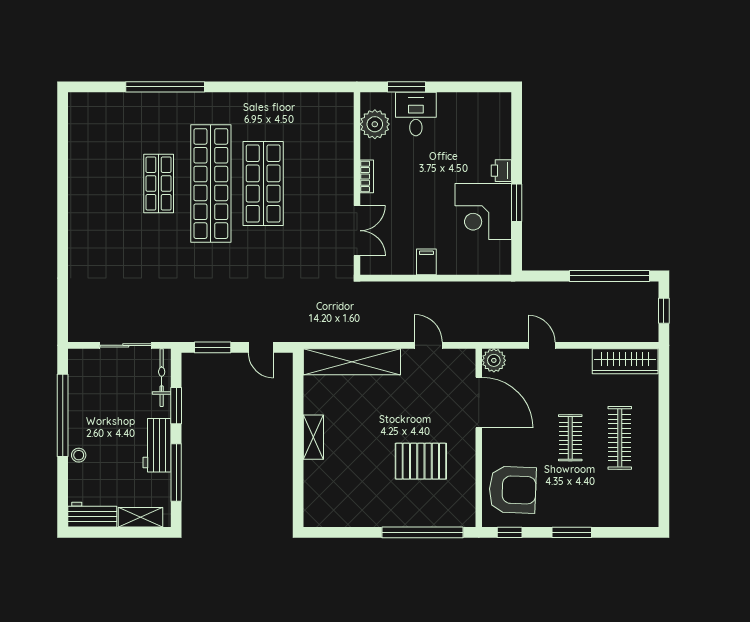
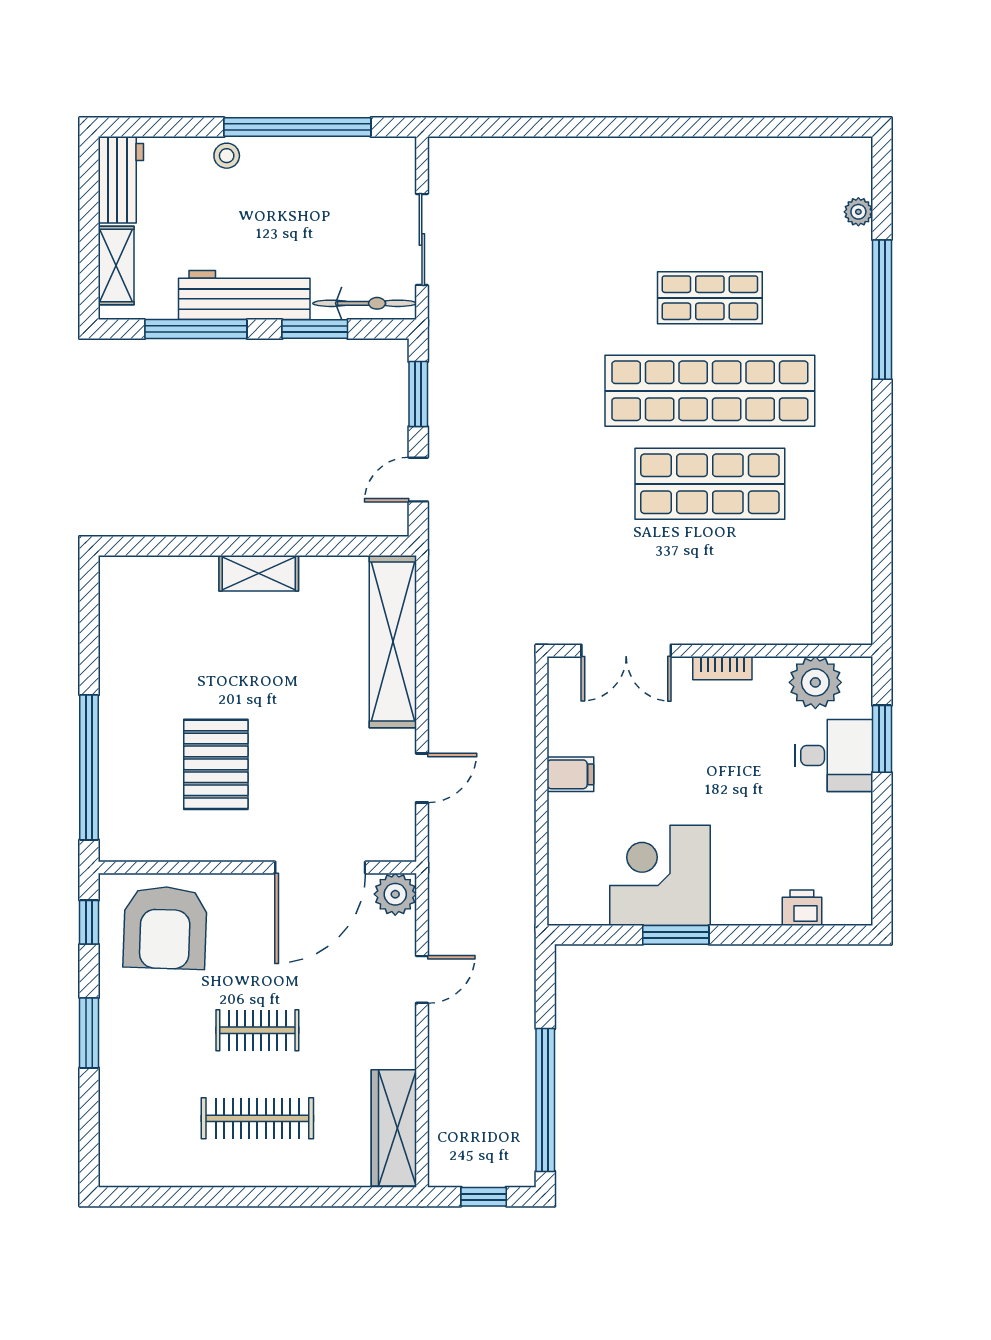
plant: (110, 100) -> (858, 212), added
printer: (501, 171) -> (802, 908), moved
workbench: (157, 445) -> (244, 295), width x1.38

